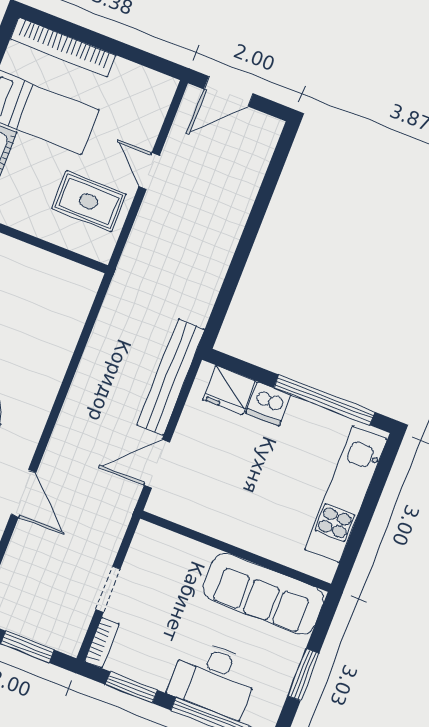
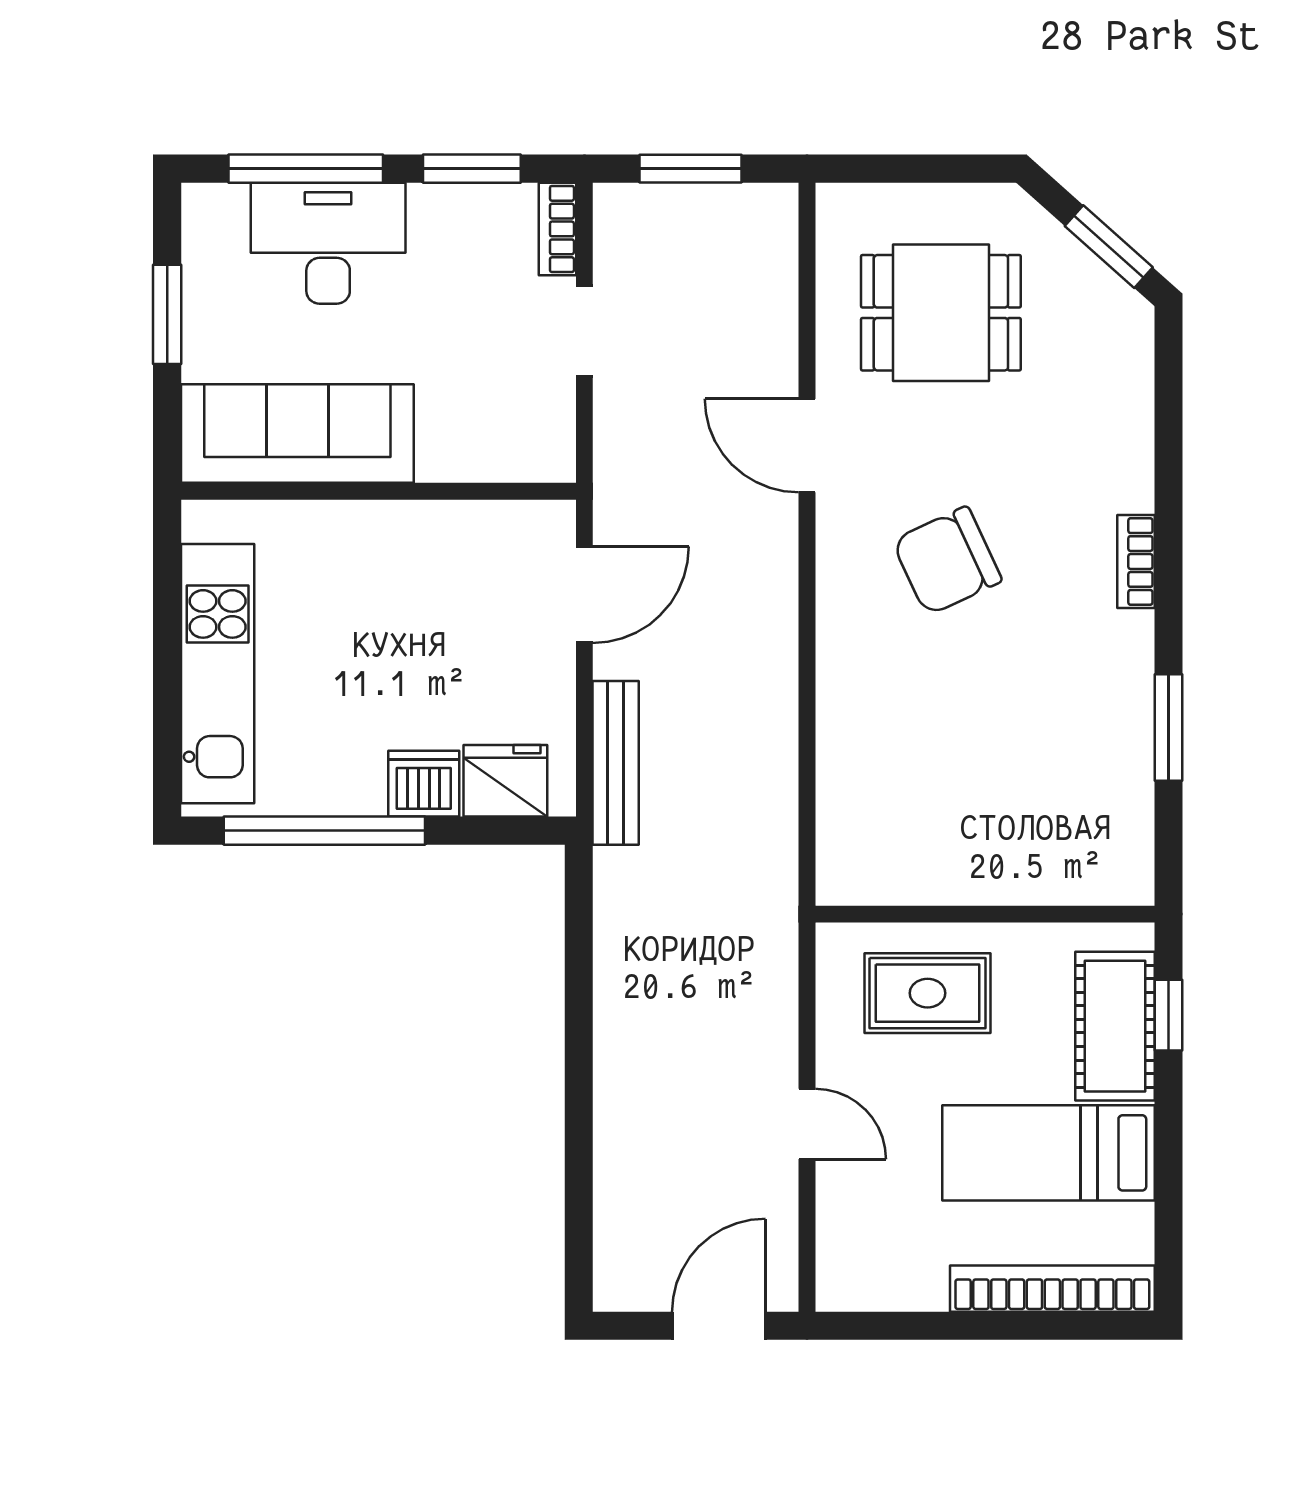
rug: (89, 201) -> (928, 993), moved
bench: (171, 377) -> (616, 763), width x0.73, depth x0.82

